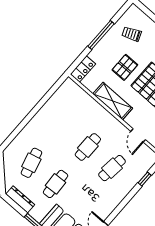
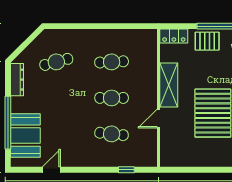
pallet: (125, 67) -> (207, 41), moved
door: (138, 135) -> (159, 119), moved
cafe table: (56, 184) -> (112, 62), moved

